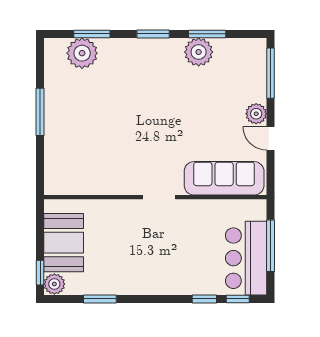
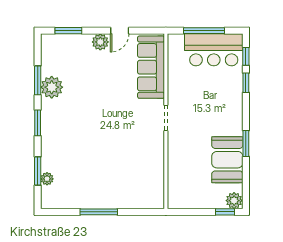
plant: (82, 53) -> (47, 179), width x0.53, depth x0.53
window: (270, 73) -> (68, 31), width x0.69
booth: (64, 243) -> (227, 160), moved, turned 90
window: (100, 299) -> (246, 144), moved

